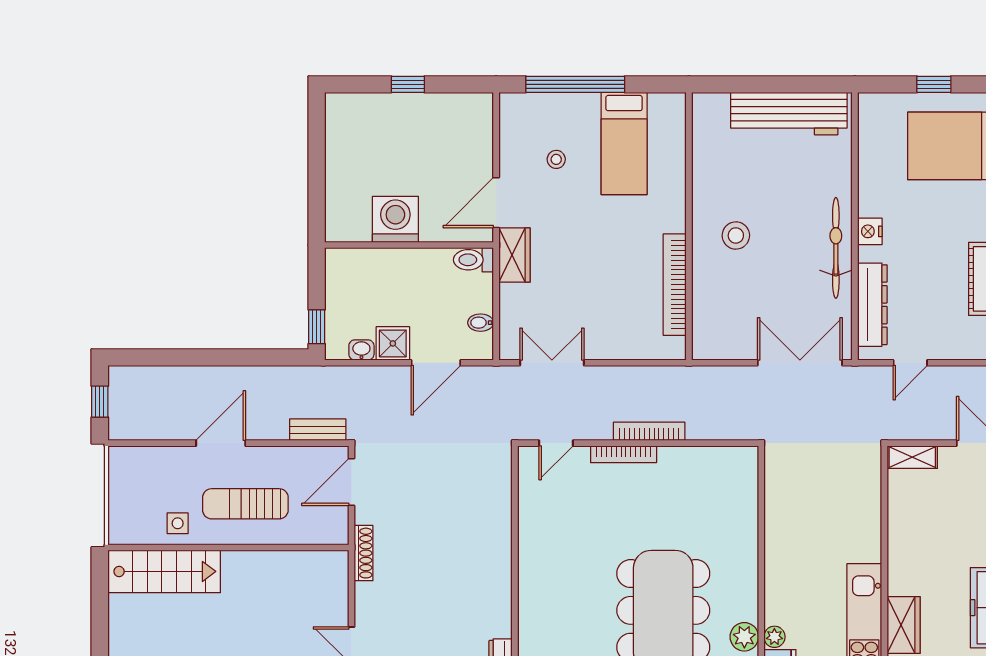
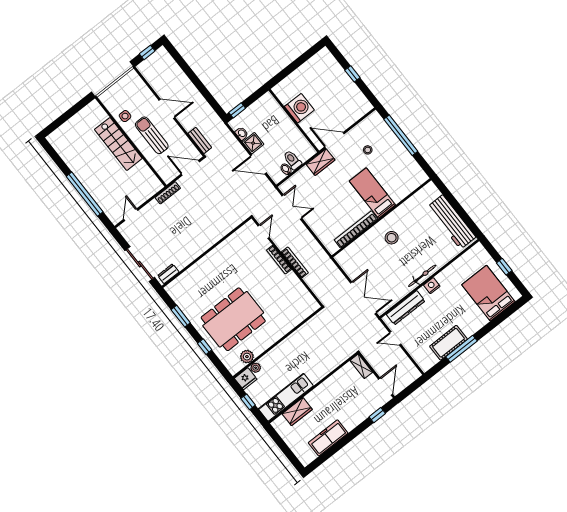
bed: (624, 143) -> (372, 193), moved, turned 90
bicycle: (836, 248) -> (422, 276), width x0.73, depth x0.71
toilet: (473, 260) -> (292, 160), moved
door: (556, 443) -> (264, 232), swing flipped
stairs: (164, 571) -> (118, 144), moved

